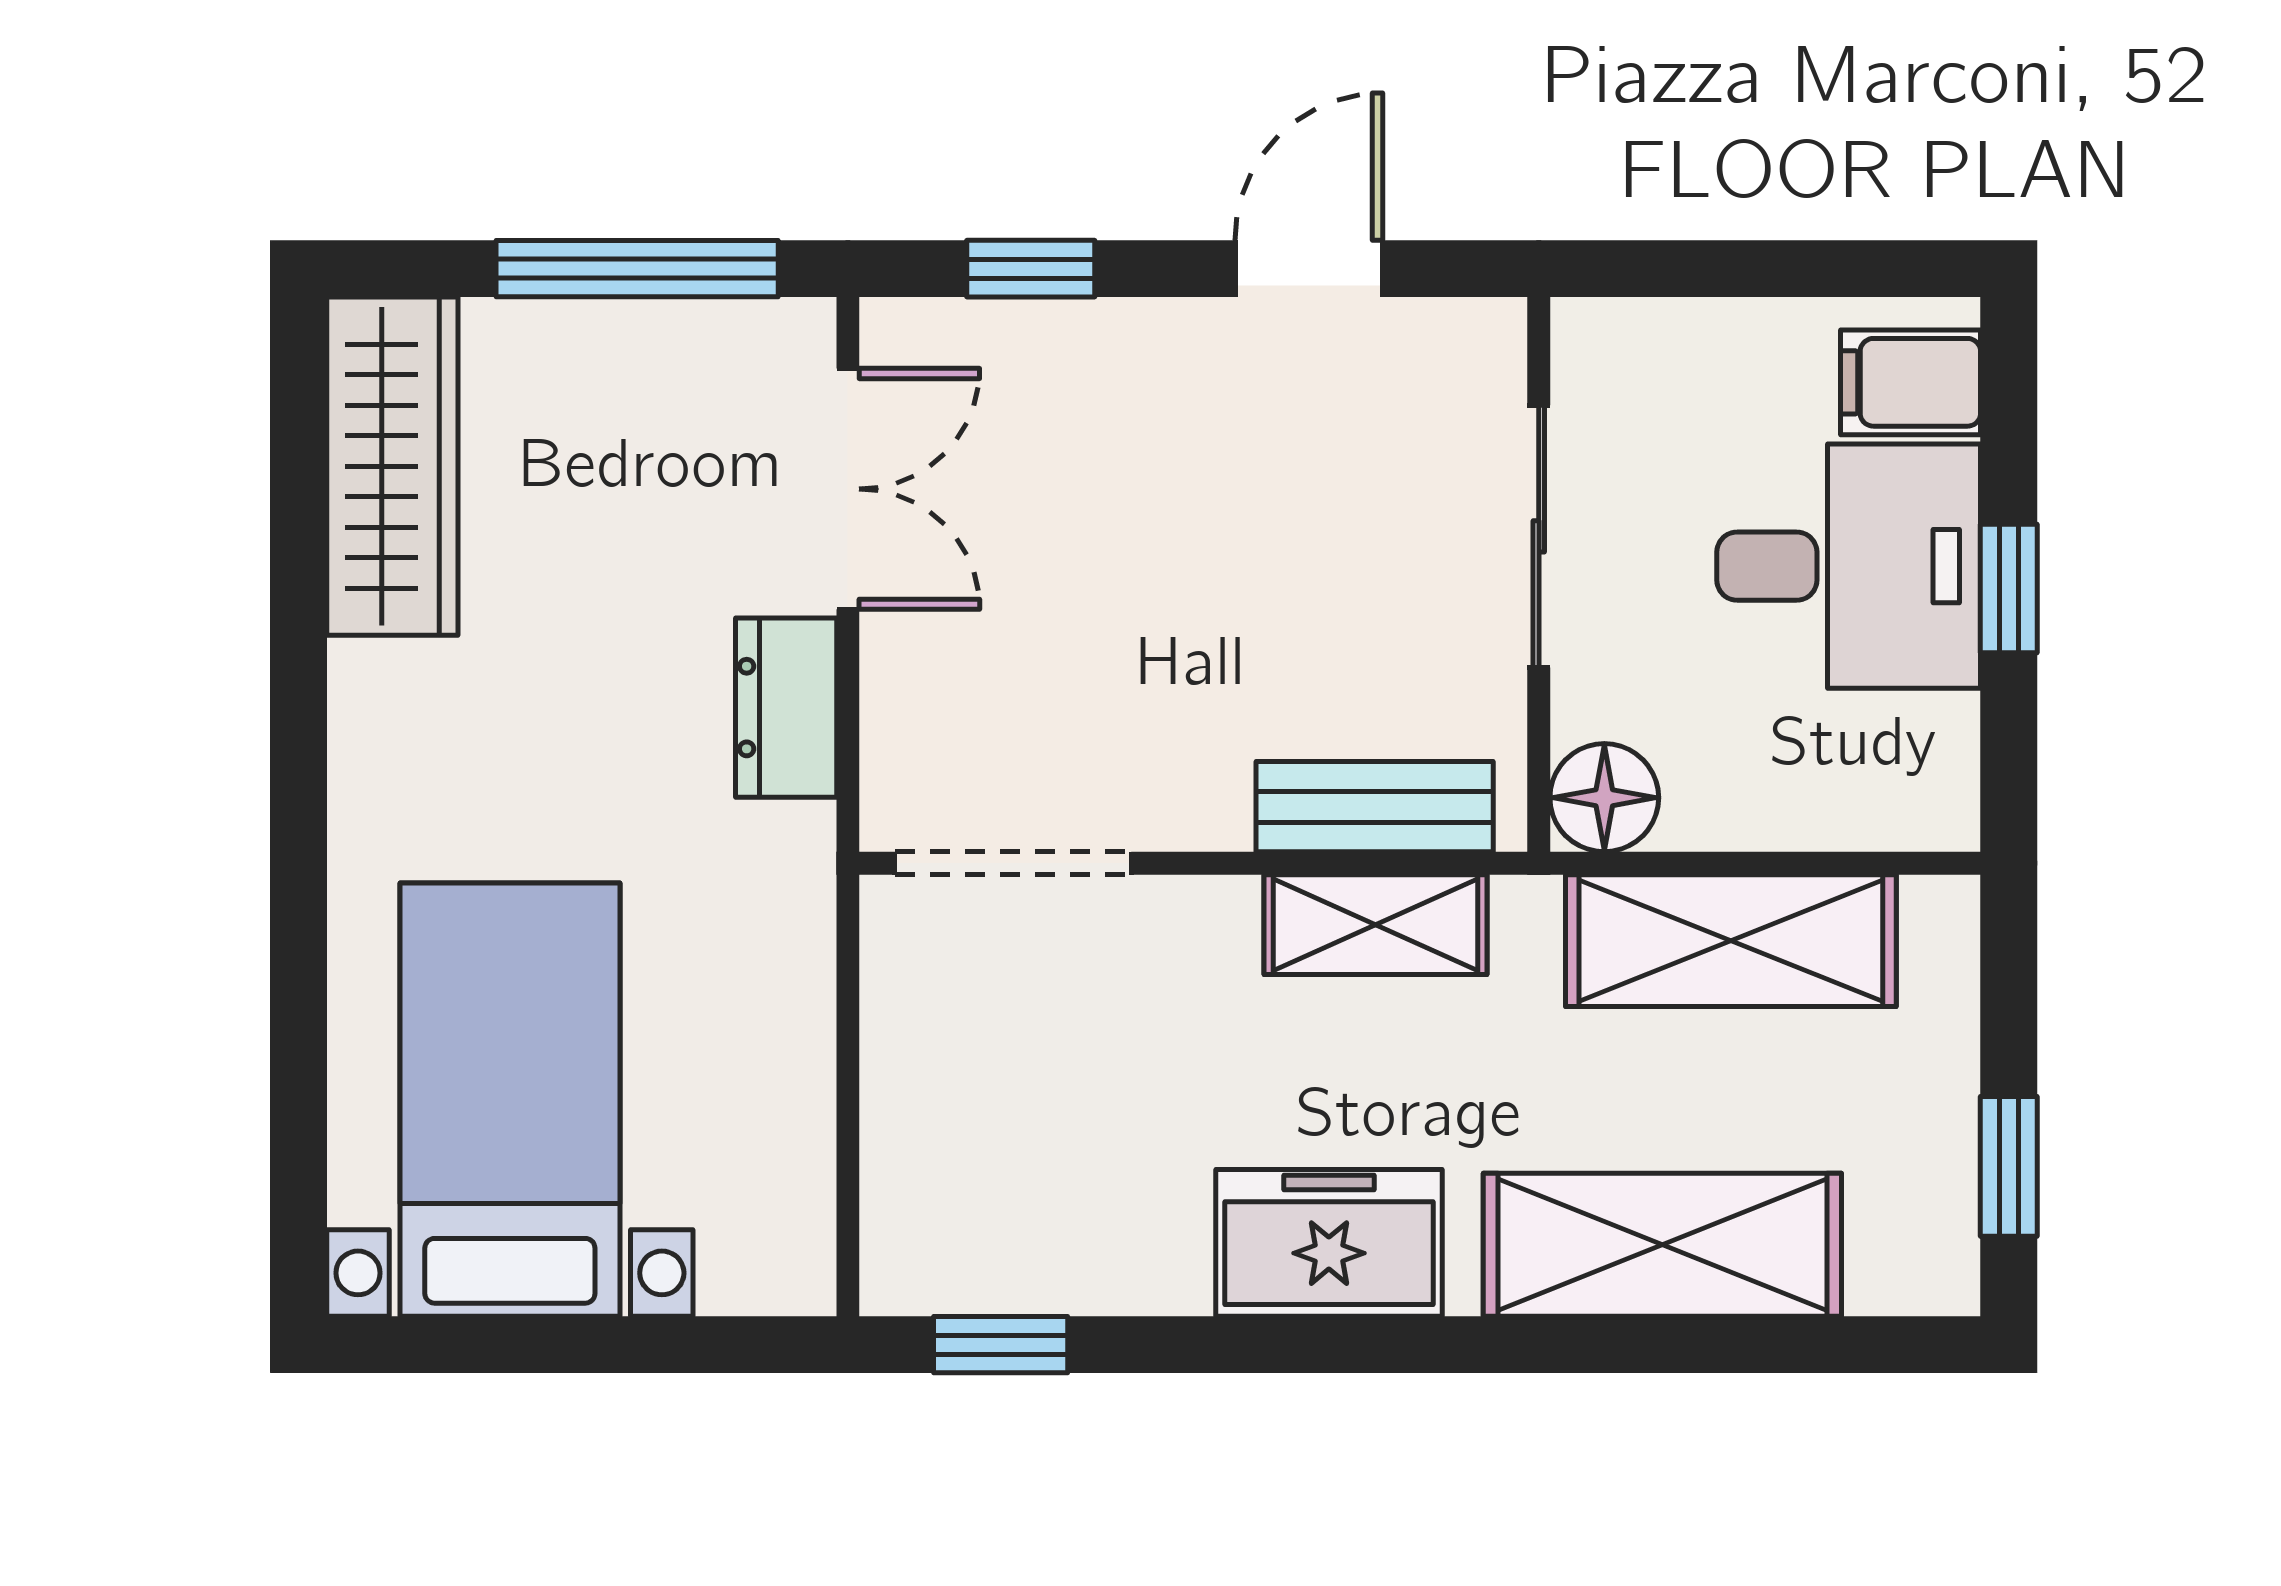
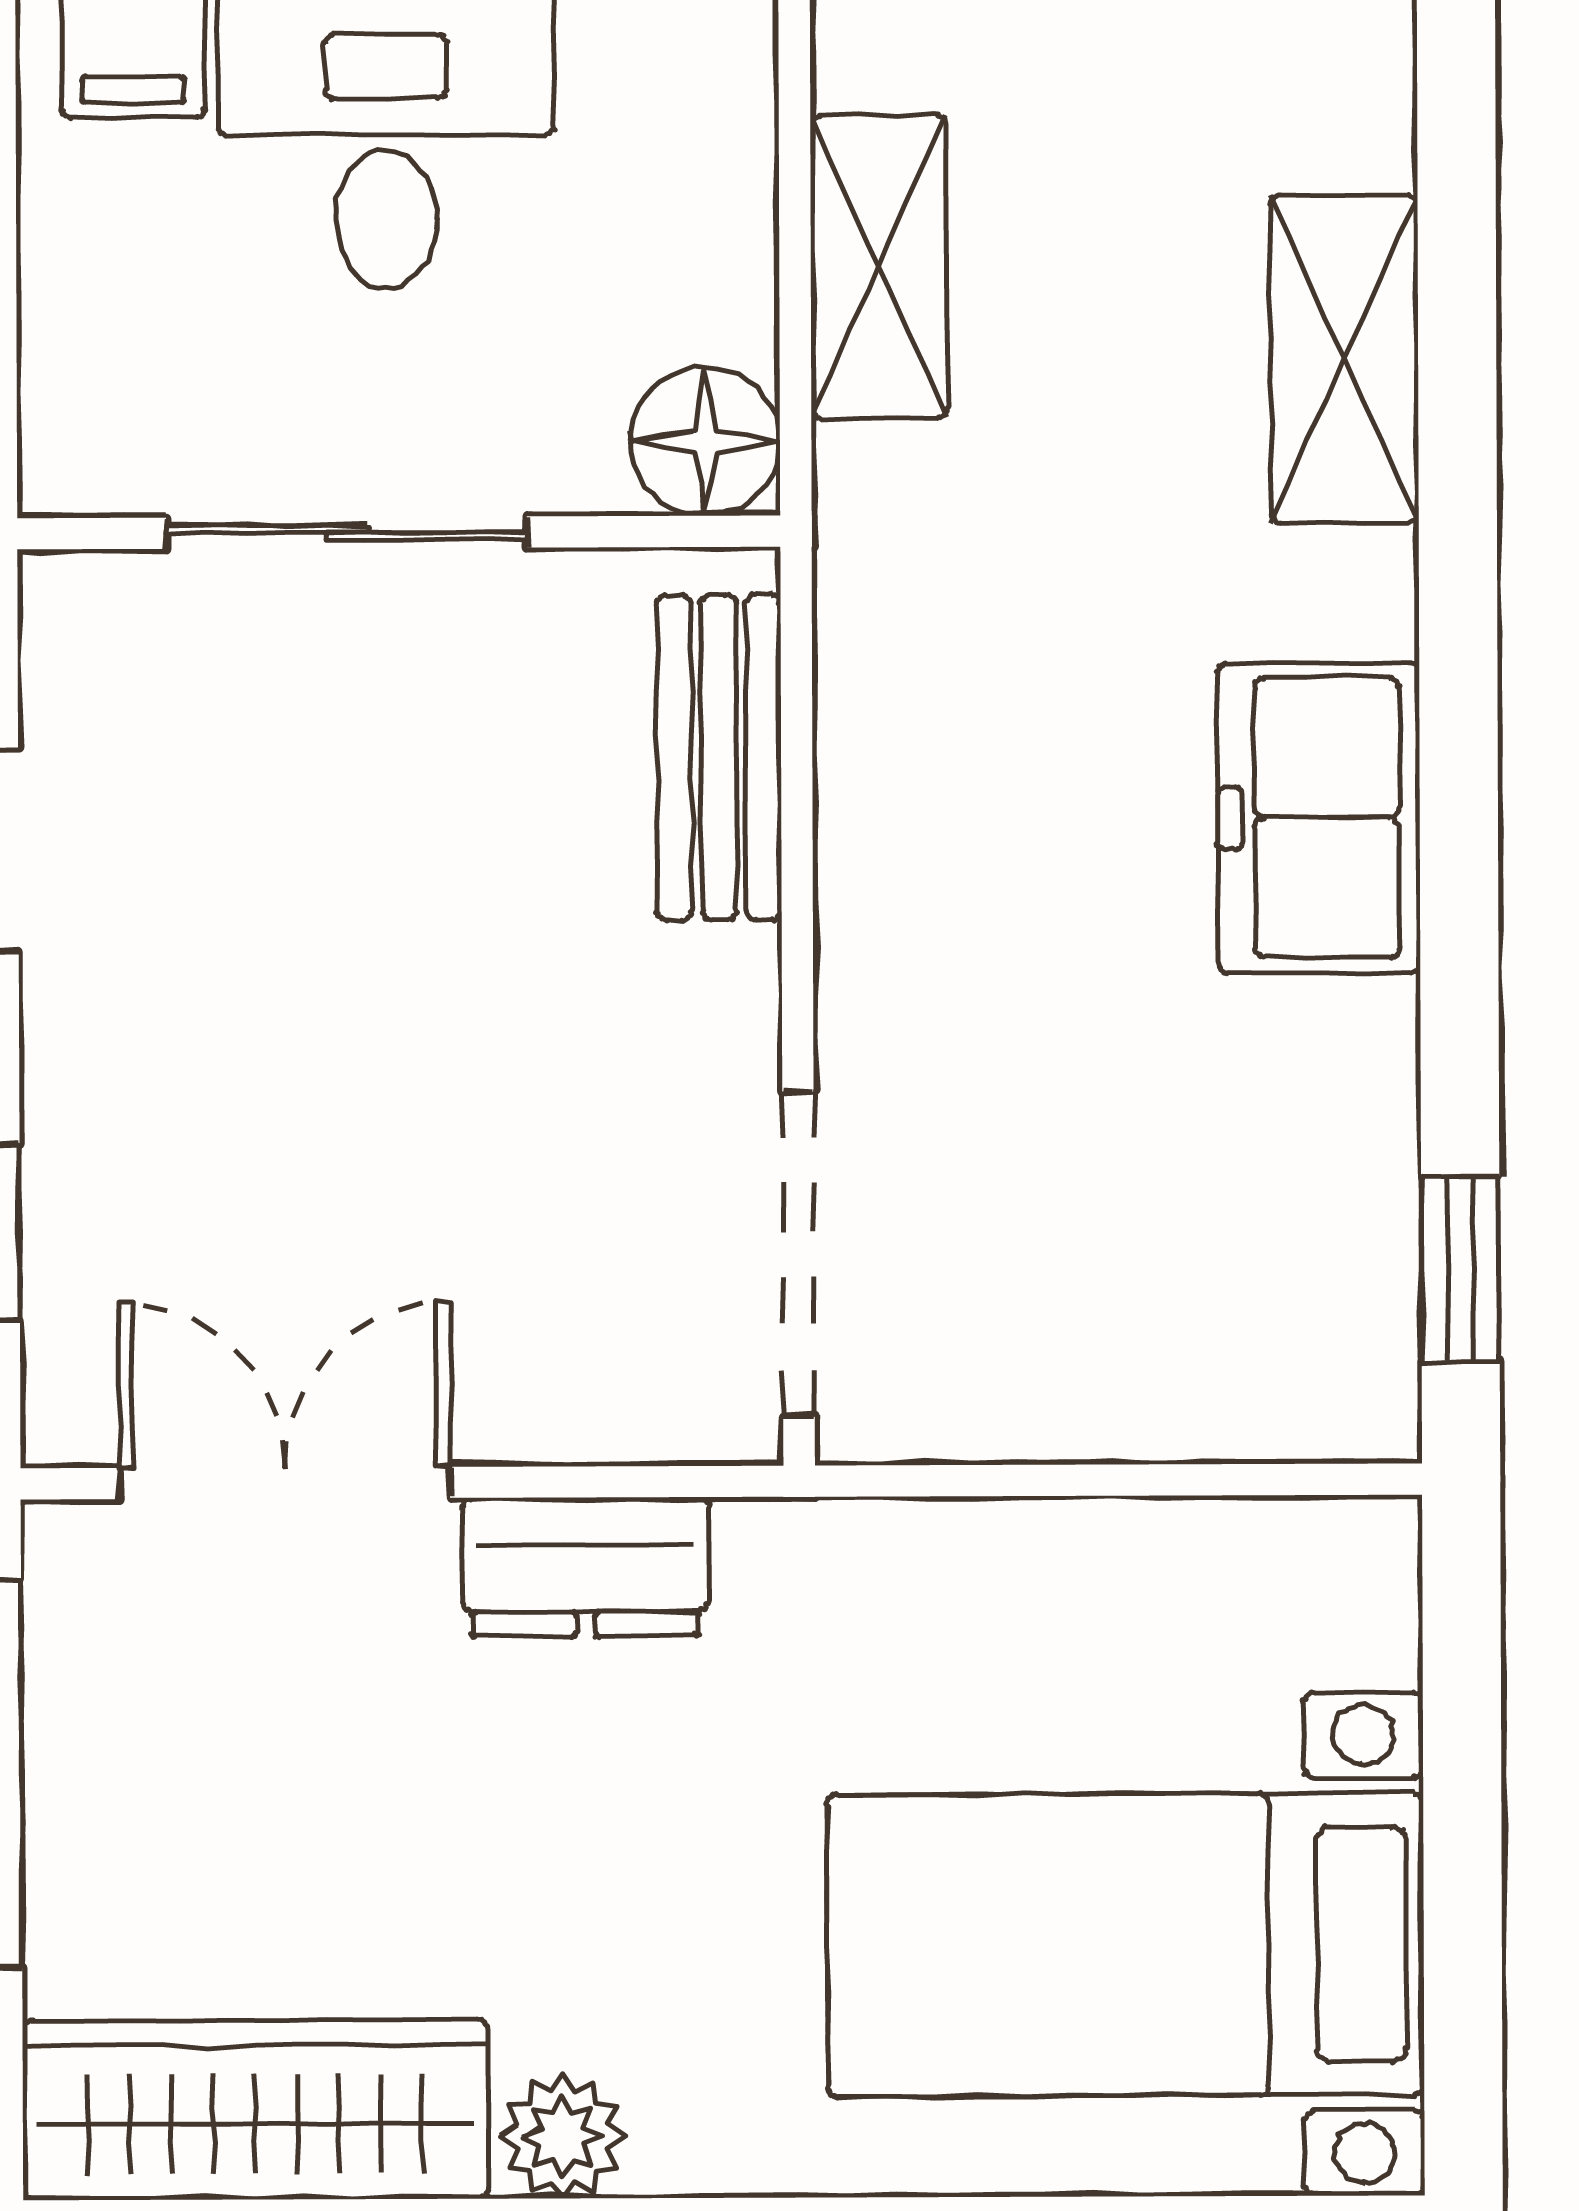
plant: (372, 690) -> (563, 2136), added
shelving: (1376, 925) -> (881, 755), removed
shelving: (1731, 941) -> (879, 267), width x0.67, depth x0.75
shelving: (1662, 1245) -> (1344, 359), width x0.67, depth x0.75

